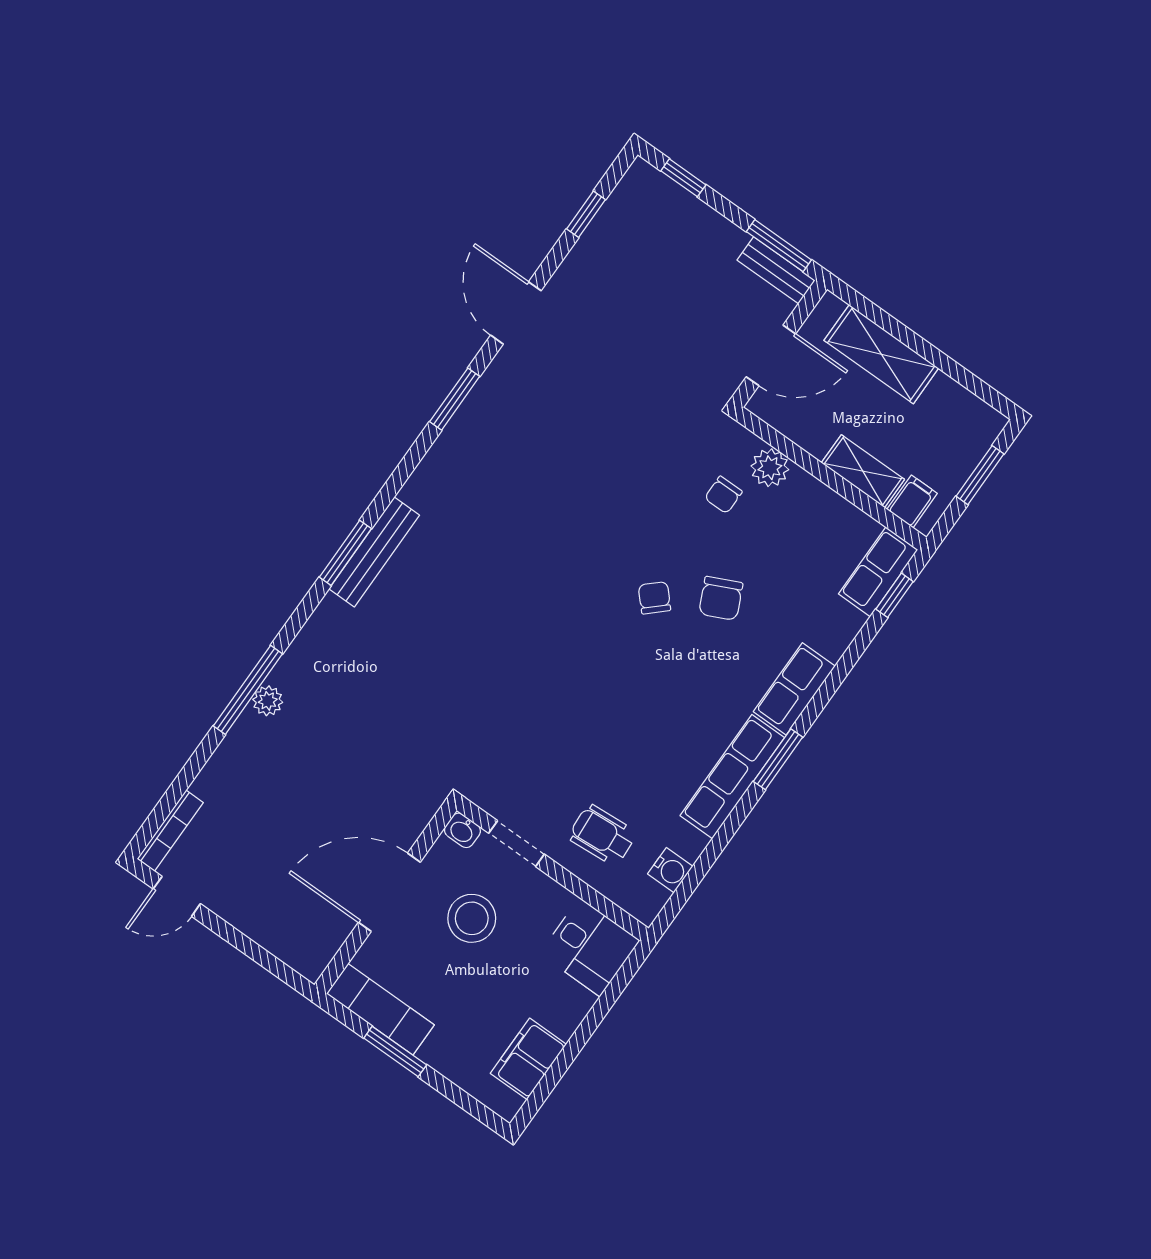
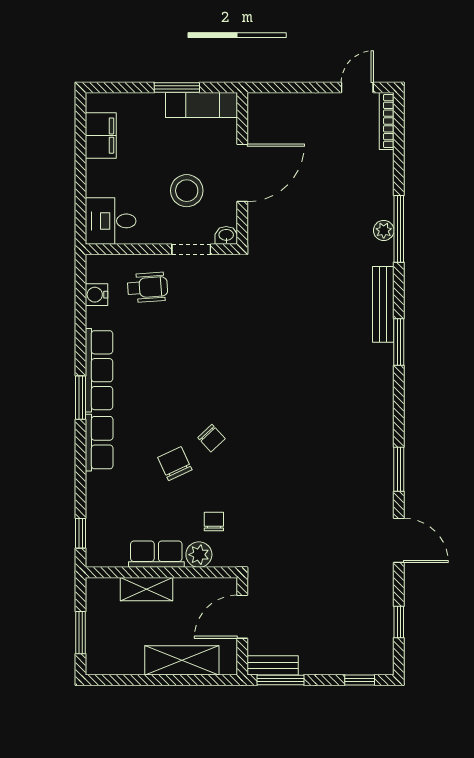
filing cabinet: (912, 501) -> (108, 592), removed
bench: (374, 552) -> (383, 304), moved
row of seats: (878, 572) -> (156, 554), moved, turned -90

